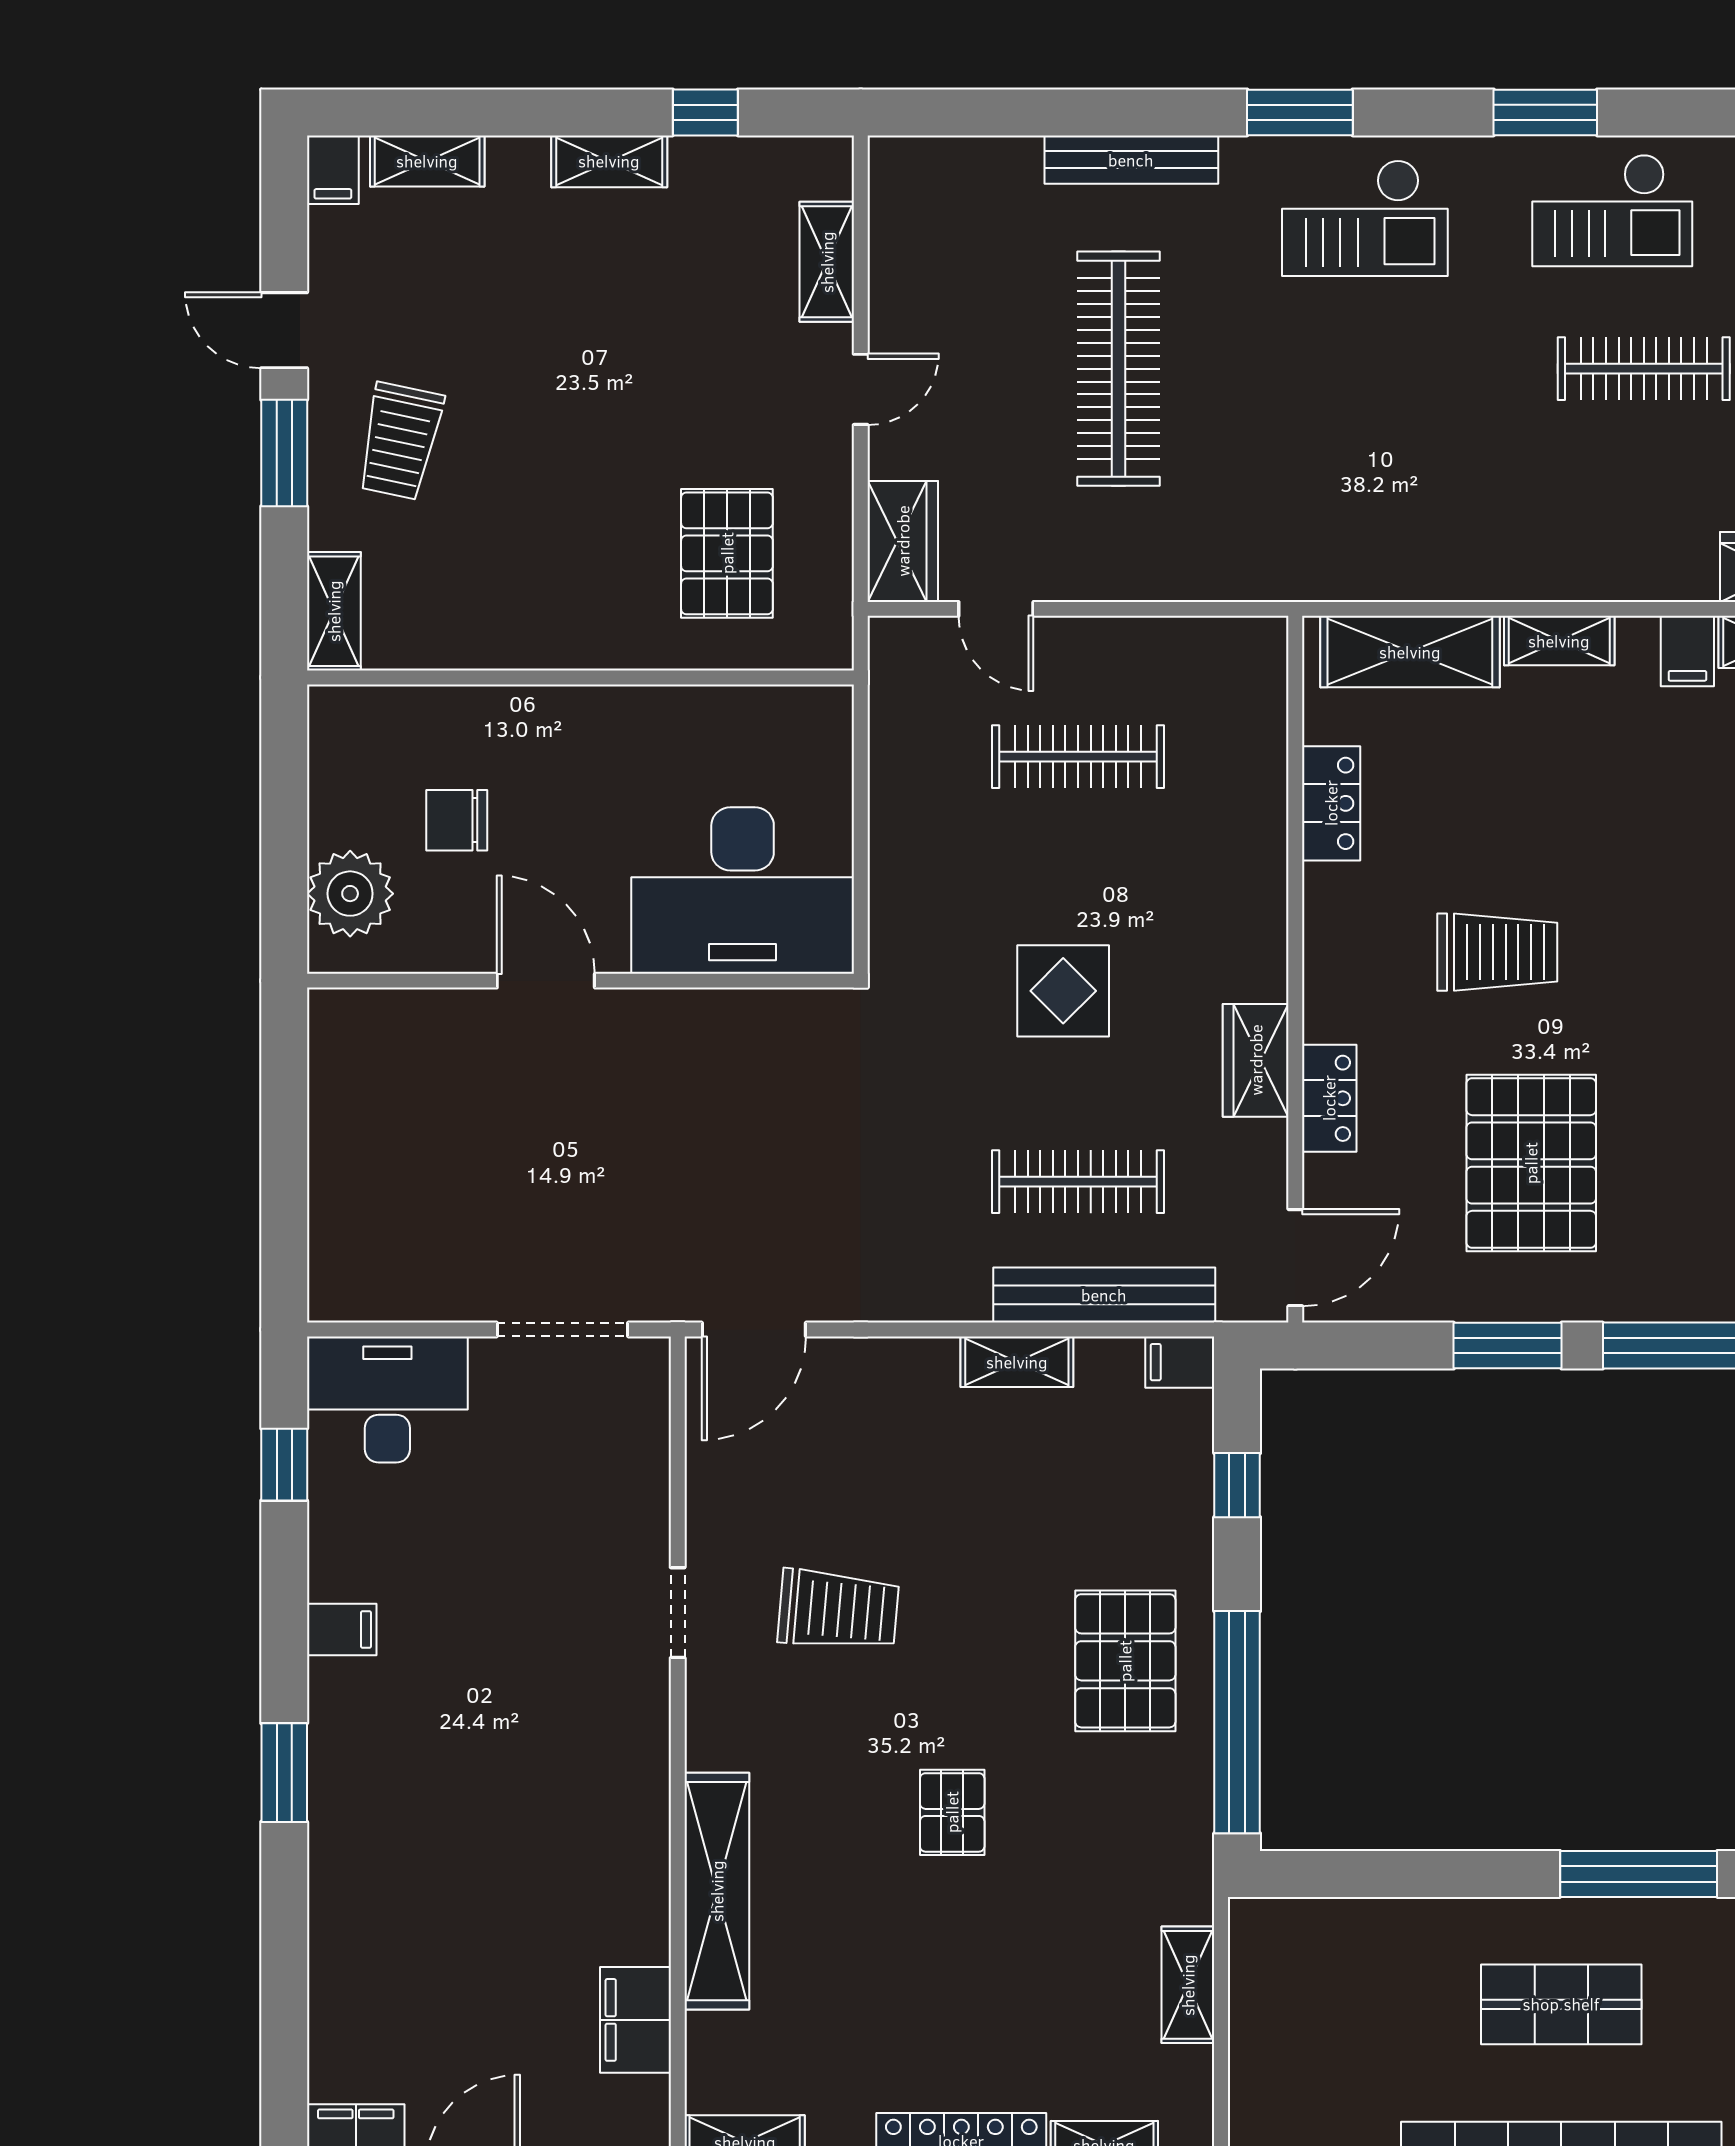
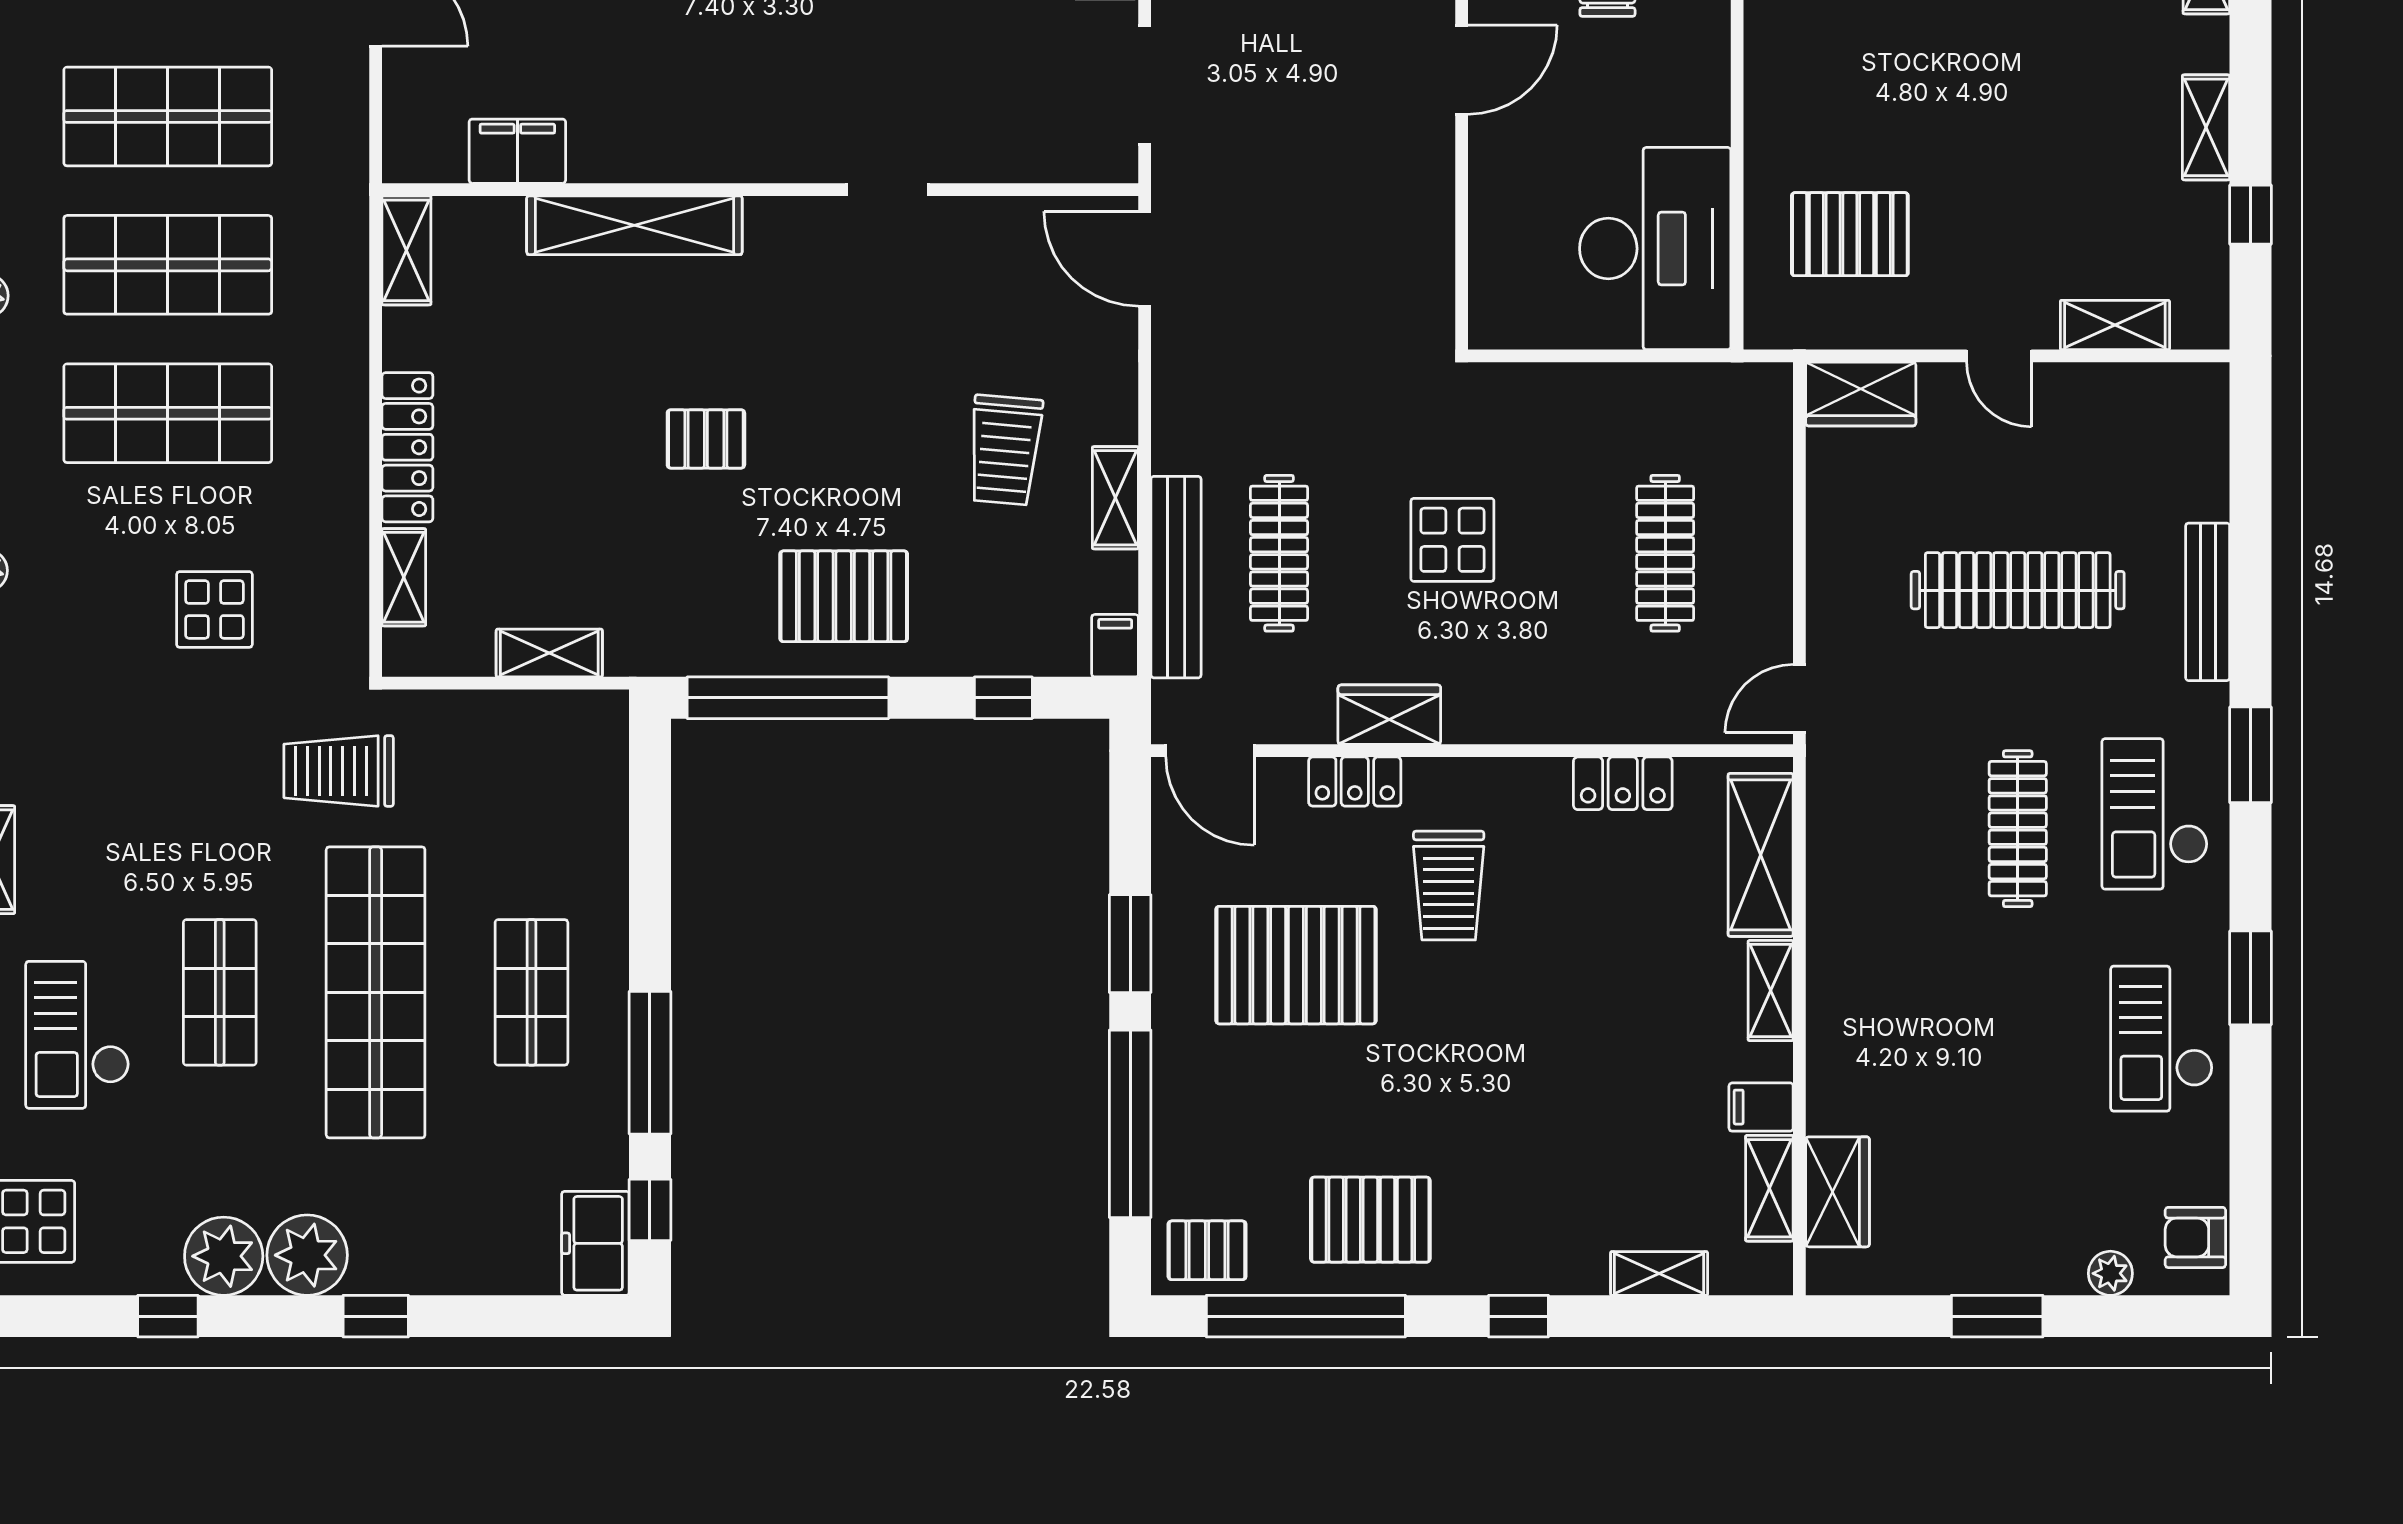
clothes rail: (1644, 369) -> (2018, 829), moved
door: (996, 609) -> (1799, 699), moved
desk: (743, 890) -> (1655, 249), moved, turned 180
trolley: (1497, 952) -> (1449, 886), moved
trolley: (838, 1610) -> (1005, 450), moved

